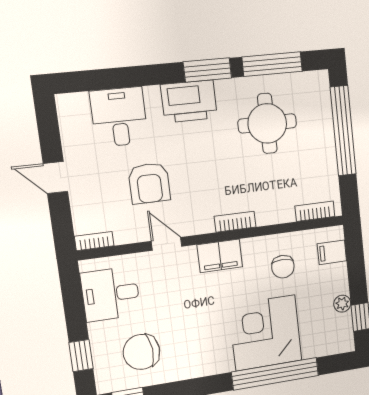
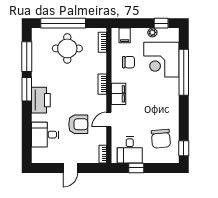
round table: (267, 123) -> (67, 48), moved
corner desk: (265, 333) -> (161, 60), moved
window: (81, 356) -> (136, 168), moved

